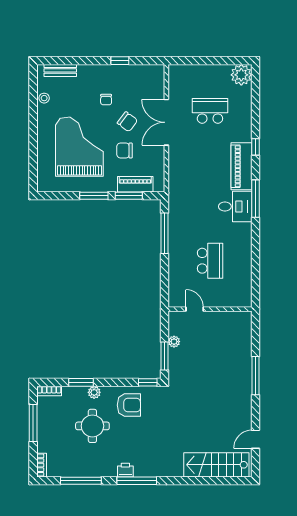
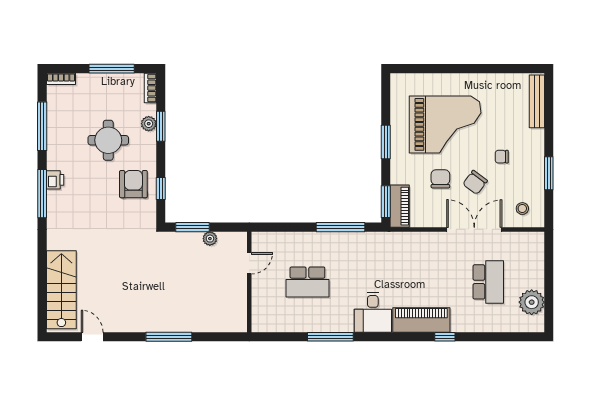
window: (120, 61) -> (549, 173), width x1.50
bench: (60, 70) -> (537, 101), width x1.36
plant: (241, 75) -> (532, 302), moved
stool: (44, 98) -> (522, 209), moved
piano: (135, 184) -> (400, 206), moved
window: (129, 196) -> (386, 202), moved
window: (255, 199) -> (330, 337), moved
window: (148, 382) -> (161, 189), moved
plant: (94, 392) -> (149, 124), moved
armchair: (129, 405) -> (133, 184), turned 180

